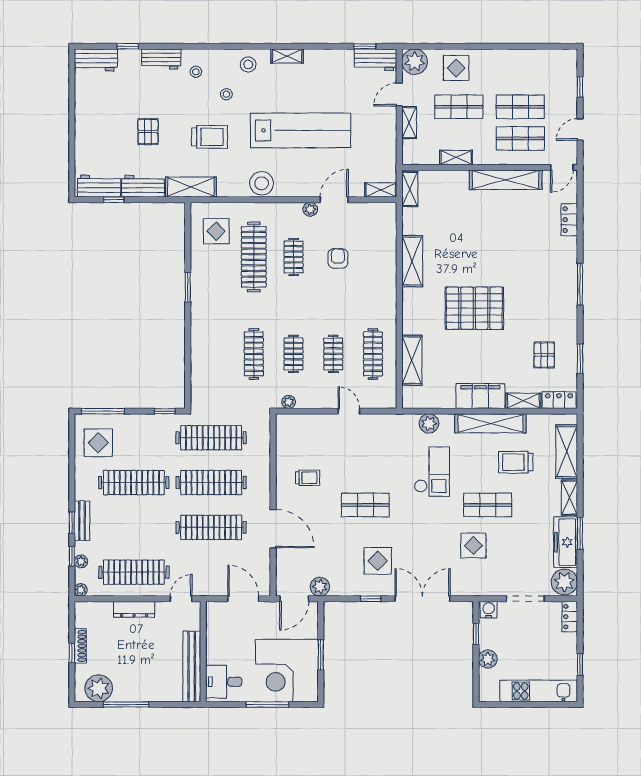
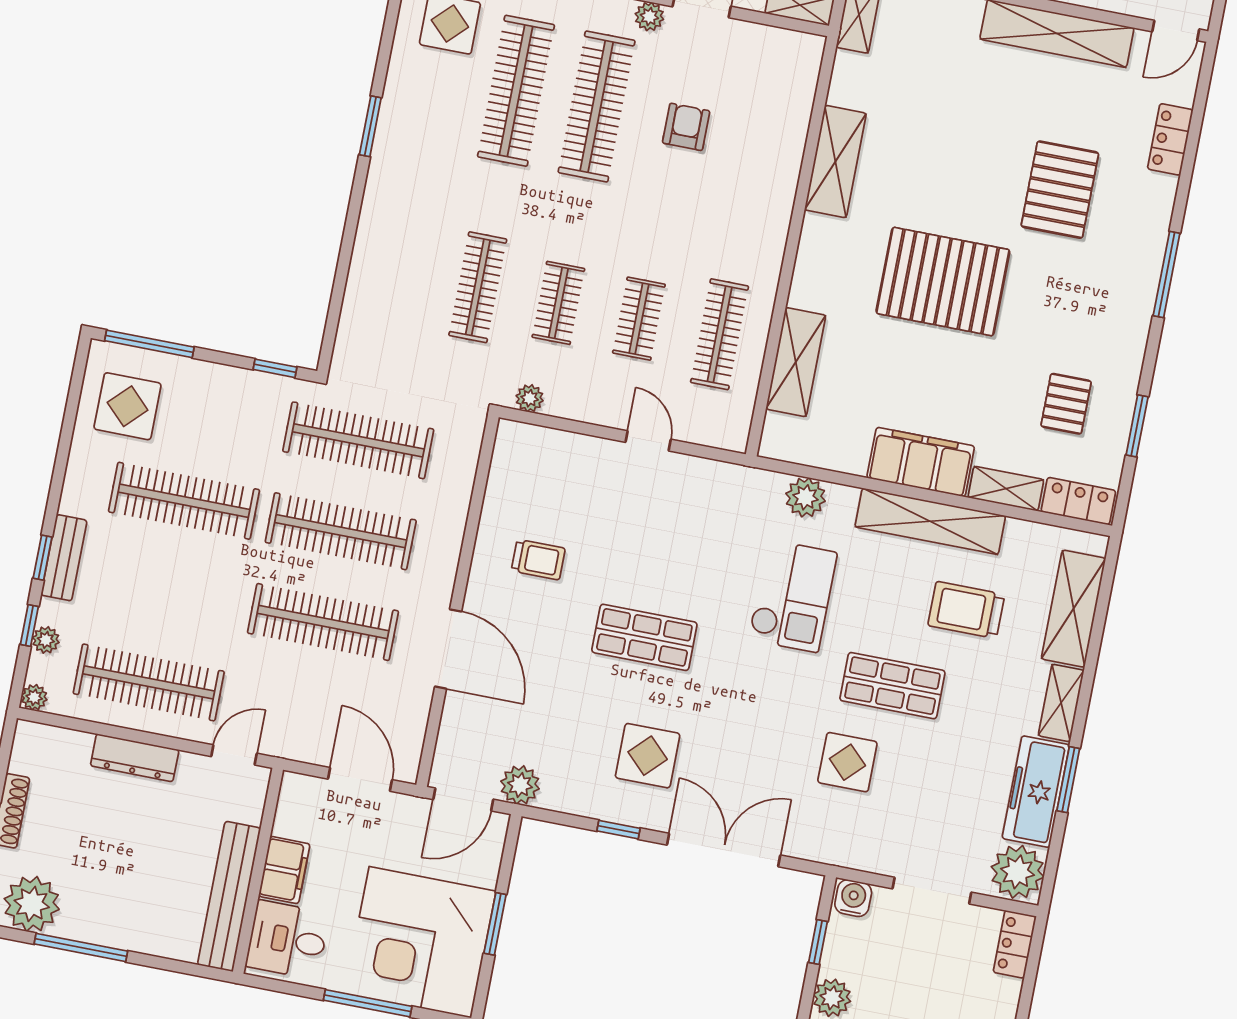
pallet: (521, 254) -> (1060, 190), added
clothes rail: (294, 257) -> (597, 106), width x1.86, depth x1.31
filing cabinet: (216, 649) -> (284, 870), added

